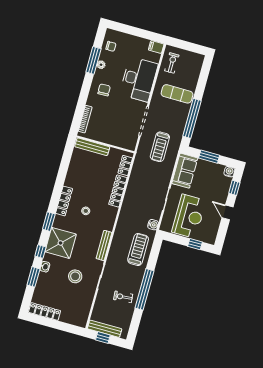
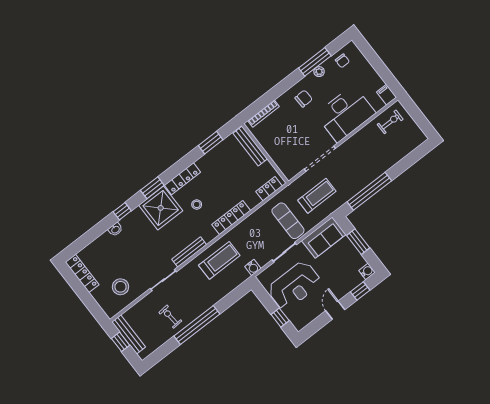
exercise mat: (177, 94) -> (288, 221), moved
treadmill: (160, 147) -> (317, 196), turned 180
locker: (118, 191) -> (231, 218), moved
shower: (61, 243) -> (161, 208), moved
treadmill: (138, 249) -> (219, 260), moved
stool: (75, 276) -> (121, 287), moved
window: (33, 277) -> (211, 143), moved

